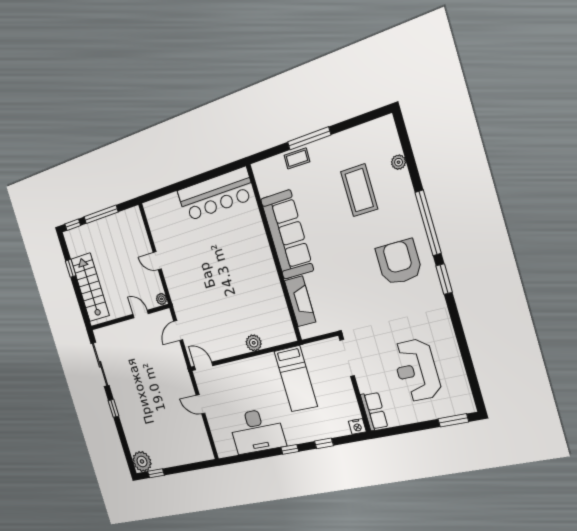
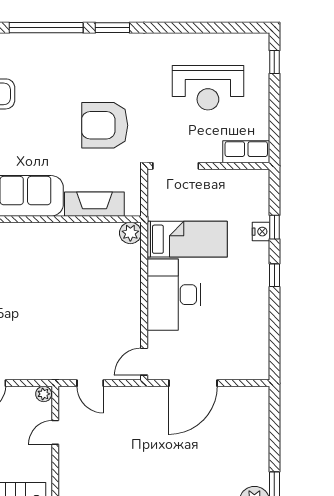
armchair: (399, 262) -> (105, 125), moved
plant: (254, 343) -> (130, 233), moved
door: (200, 404) -> (193, 383), width x1.88
window: (453, 420) -> (274, 62), width x0.67
nightstand: (357, 426) -> (261, 232), moved
desk: (257, 431) -> (174, 295), moved, turned 180

